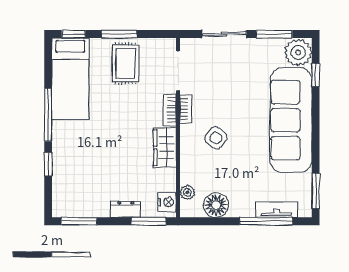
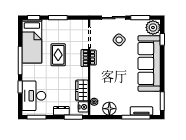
rug: (126, 63) -> (58, 55), moved
side table: (216, 138) -> (119, 40), moved
wardrobe: (165, 147) -> (82, 90), moved
desk: (74, 181) -> (34, 96), added

